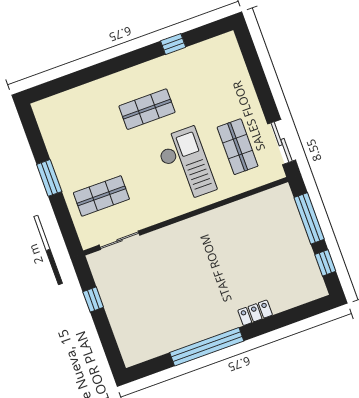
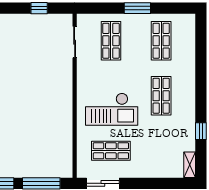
shelving: (220, 43) -> (190, 165), added
shop shelf: (79, 134) -> (161, 41), added

